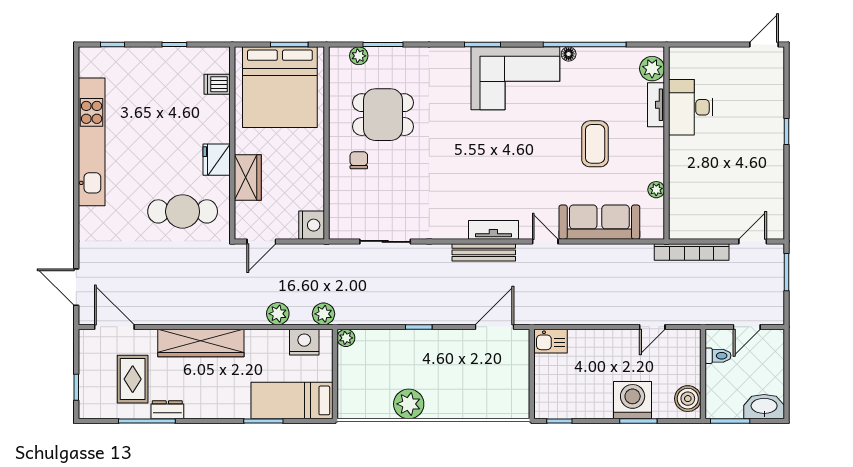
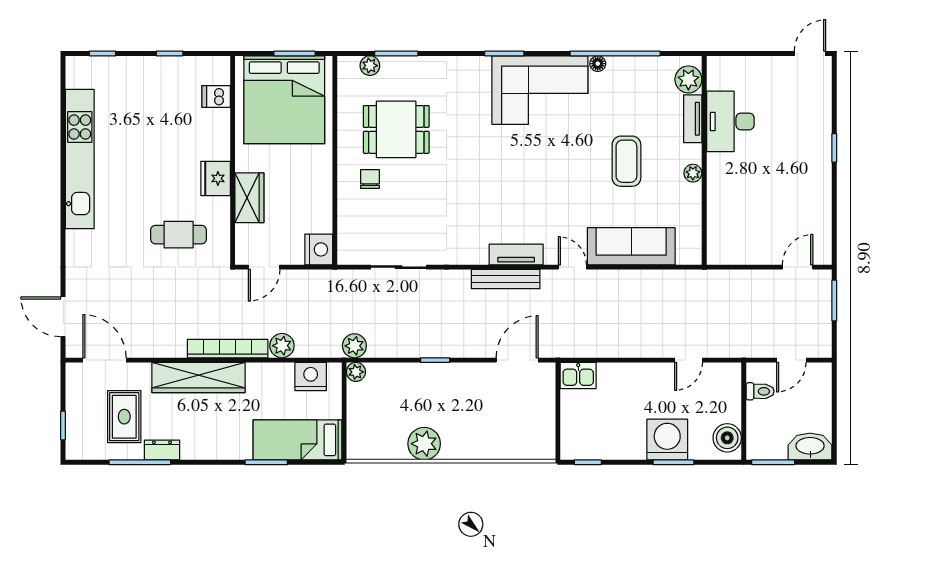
plant: (656, 190) -> (693, 173), moved
cafe table: (183, 211) -> (179, 235), width x0.73, depth x0.74
bookcase: (692, 252) -> (228, 349), moved, turned 180
plant: (323, 314) -> (354, 346), moved

